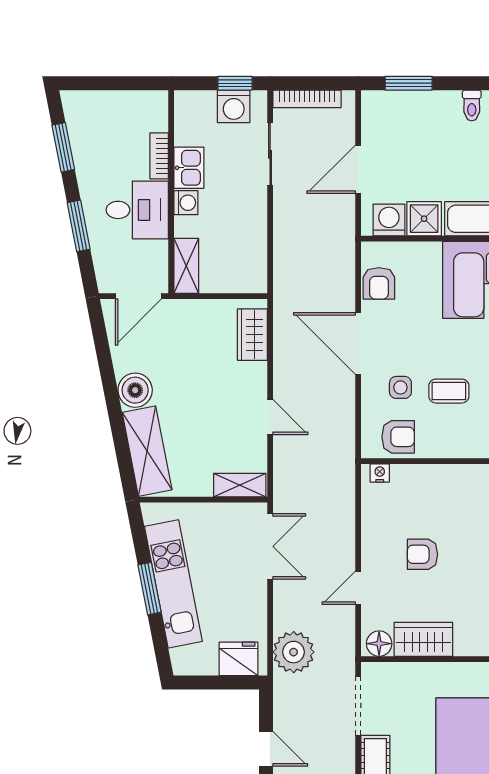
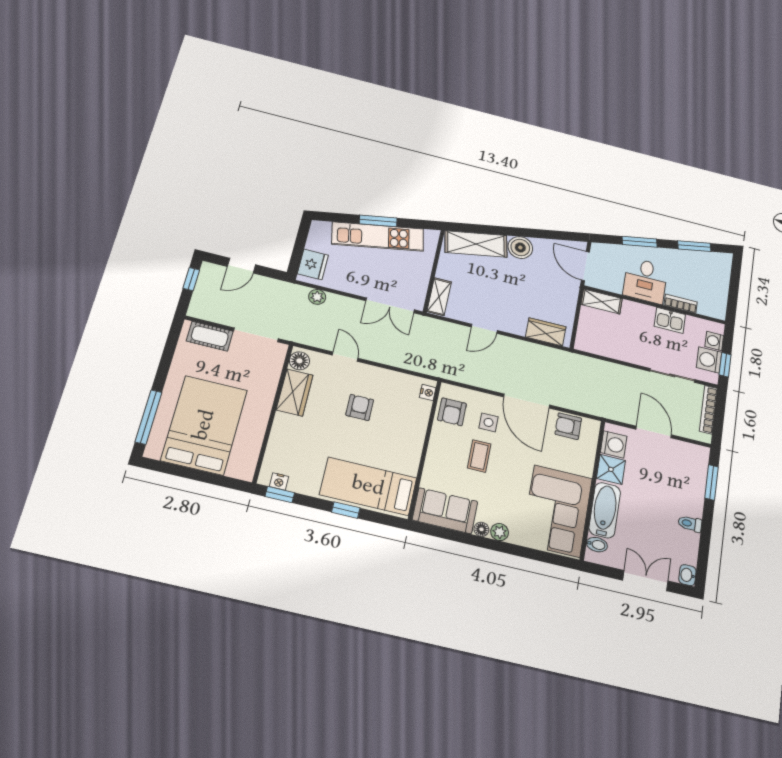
washing machine: (186, 203) -> (714, 341), moved, turned 90
door: (358, 343) -> (527, 401), swing flipped
plant: (294, 652) -> (317, 297), width x0.53, depth x0.53

